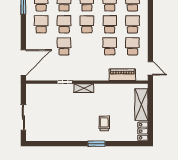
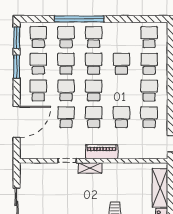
school desk: (110, 24) -> (94, 117), moved
door: (23, 63) -> (17, 122), moved
piano: (122, 75) -> (102, 152), moved

